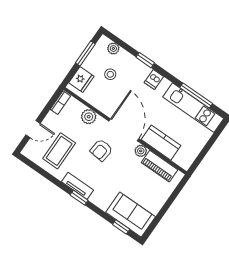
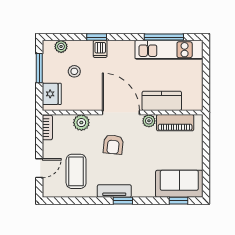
dishwasher: (154, 79) -> (100, 49), moved

